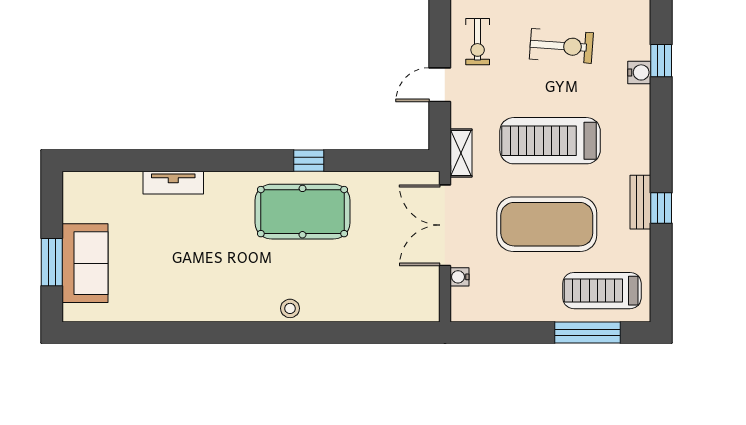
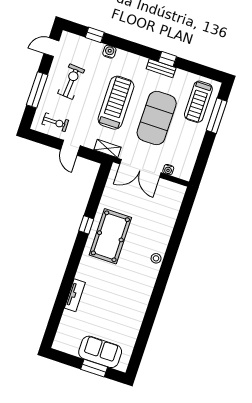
water cooler: (639, 72) -> (109, 52), moved
treadmill: (550, 141) -> (116, 103), turned 180

